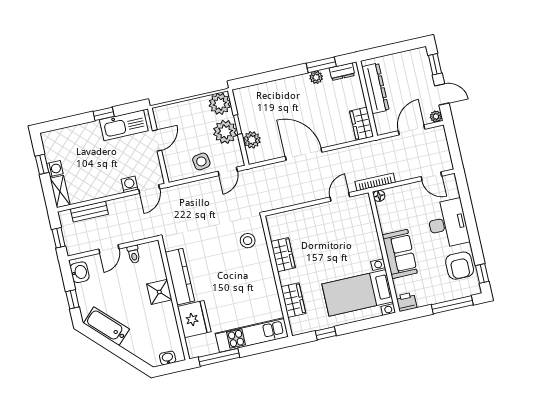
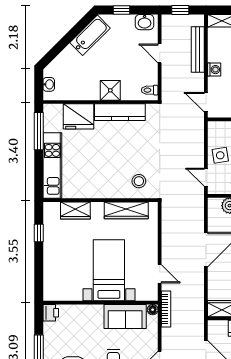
washing machine: (130, 184) -> (214, 70), moved
bench: (89, 212) -> (198, 49), width x1.36
toilet: (134, 254) -> (150, 90), moved
sofa: (400, 254) -> (125, 317), moved
wardrobe: (283, 255) -> (126, 210), width x1.50
bed with nightstands: (358, 293) -> (109, 270), moved

